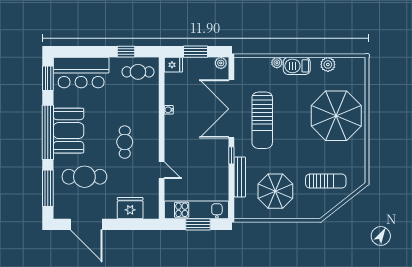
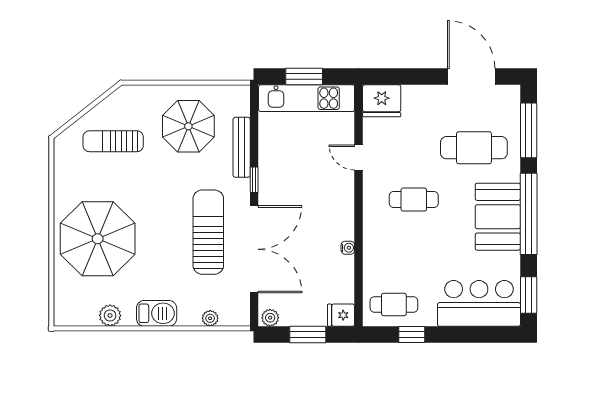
plant: (277, 63) -> (210, 318), moved
cafe table: (125, 142) -> (414, 200), turned 90
fridge: (130, 208) -> (382, 101), moved

